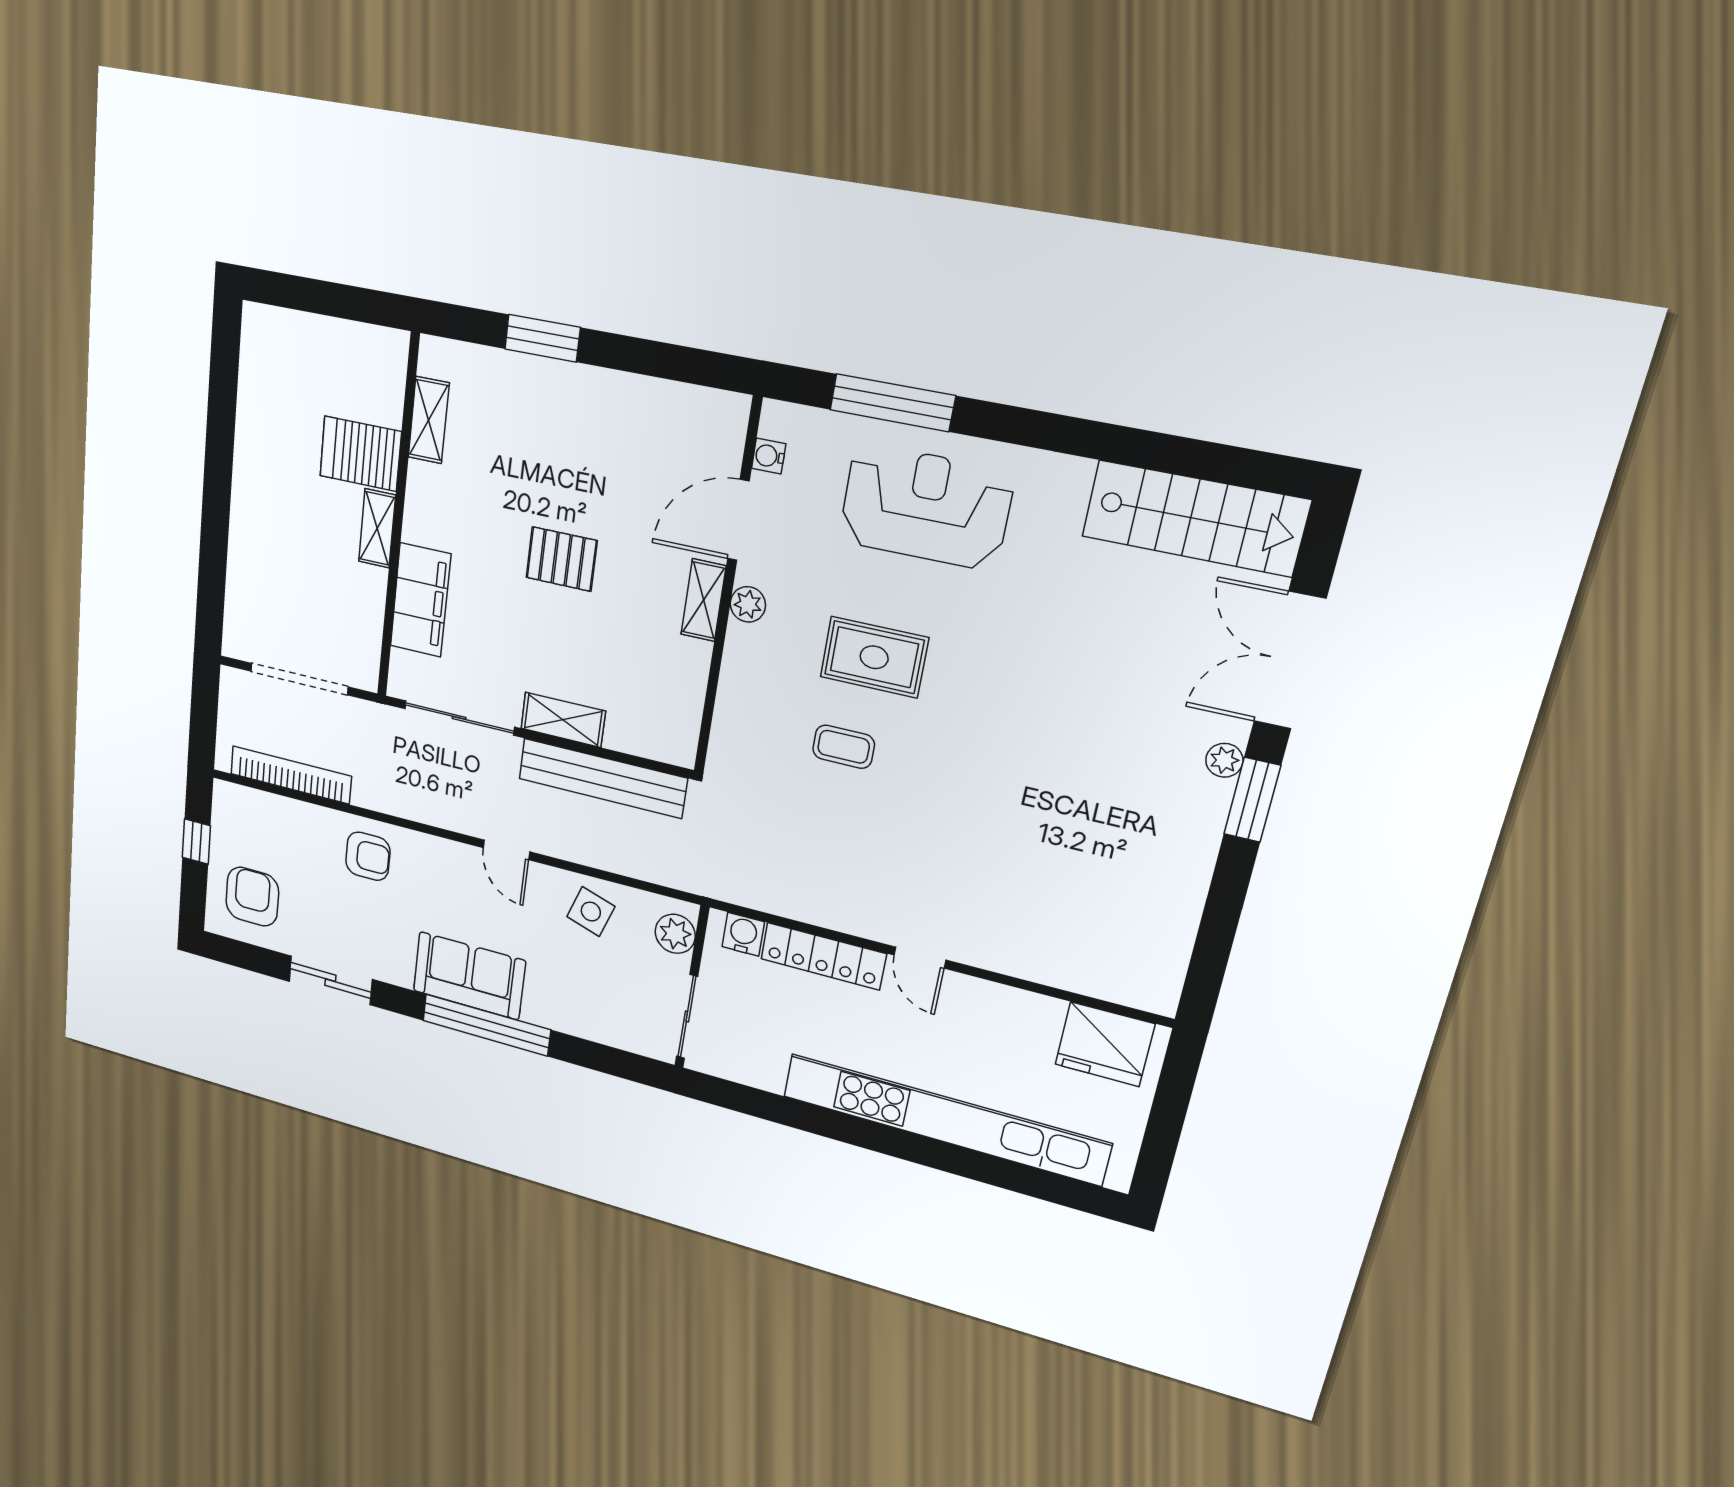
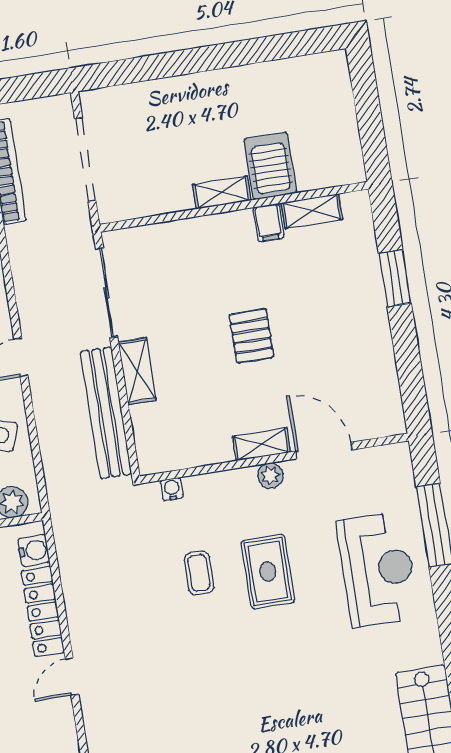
water cooler: (769, 456) -> (172, 489), moved
filing cabinet: (420, 600) -> (268, 223), moved, width x0.33, depth x0.86

